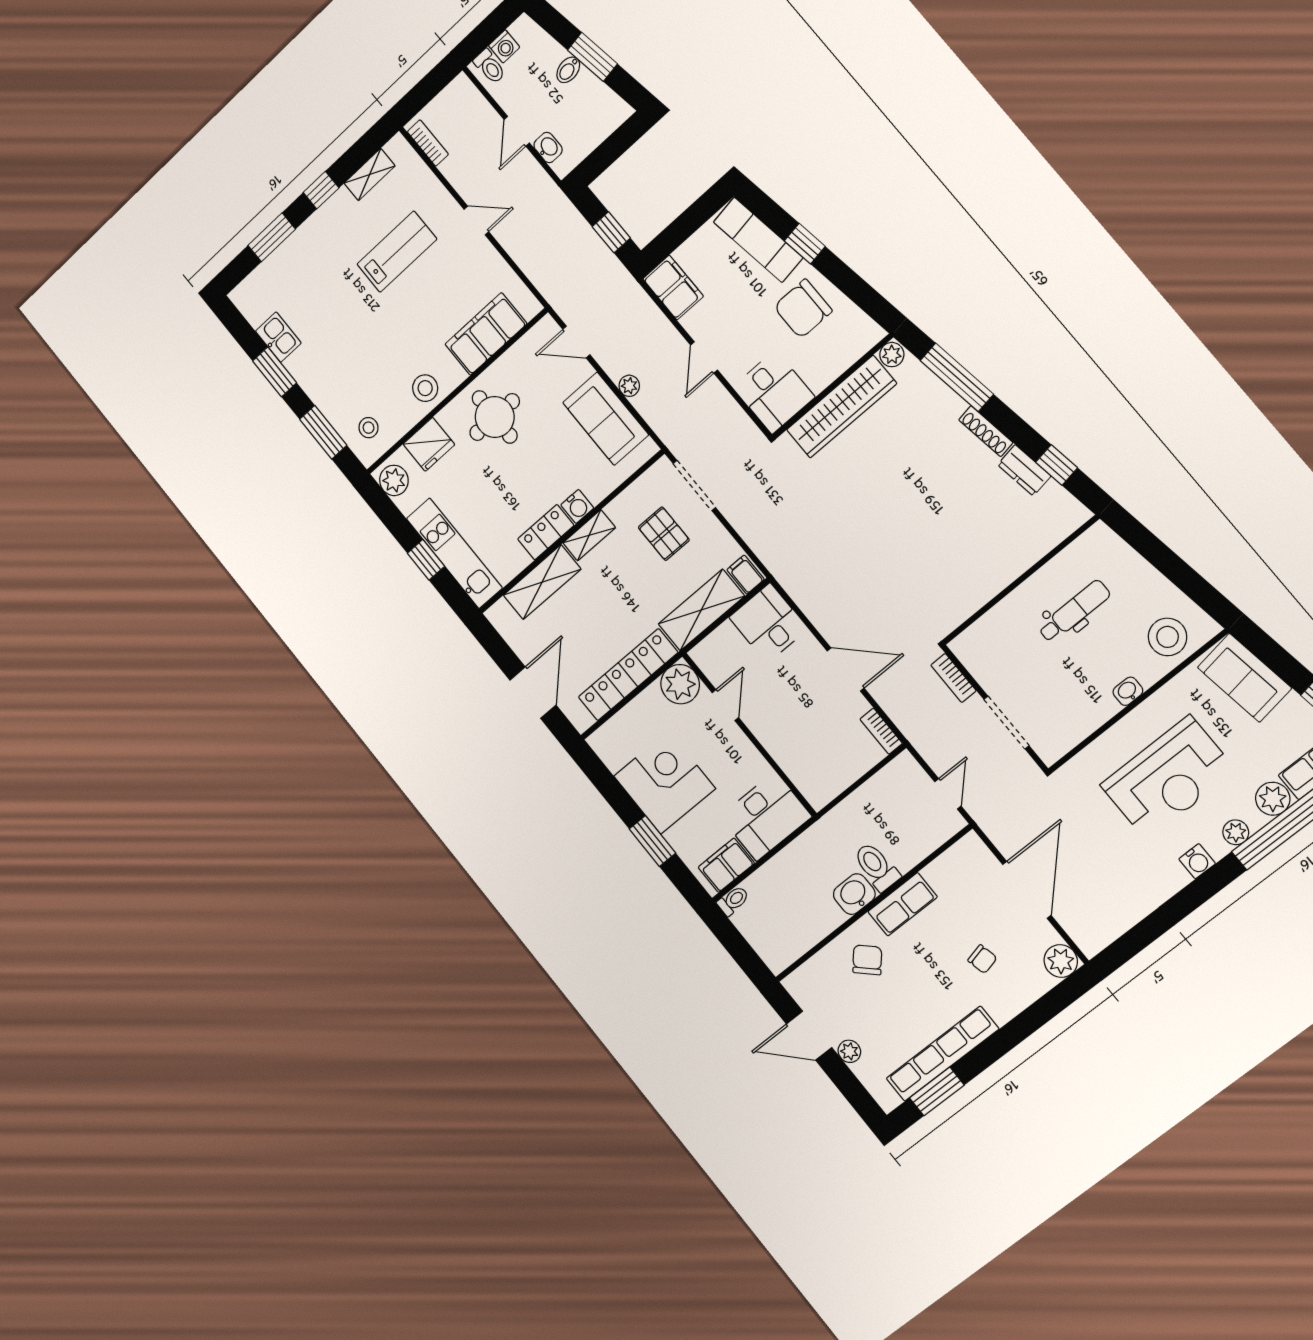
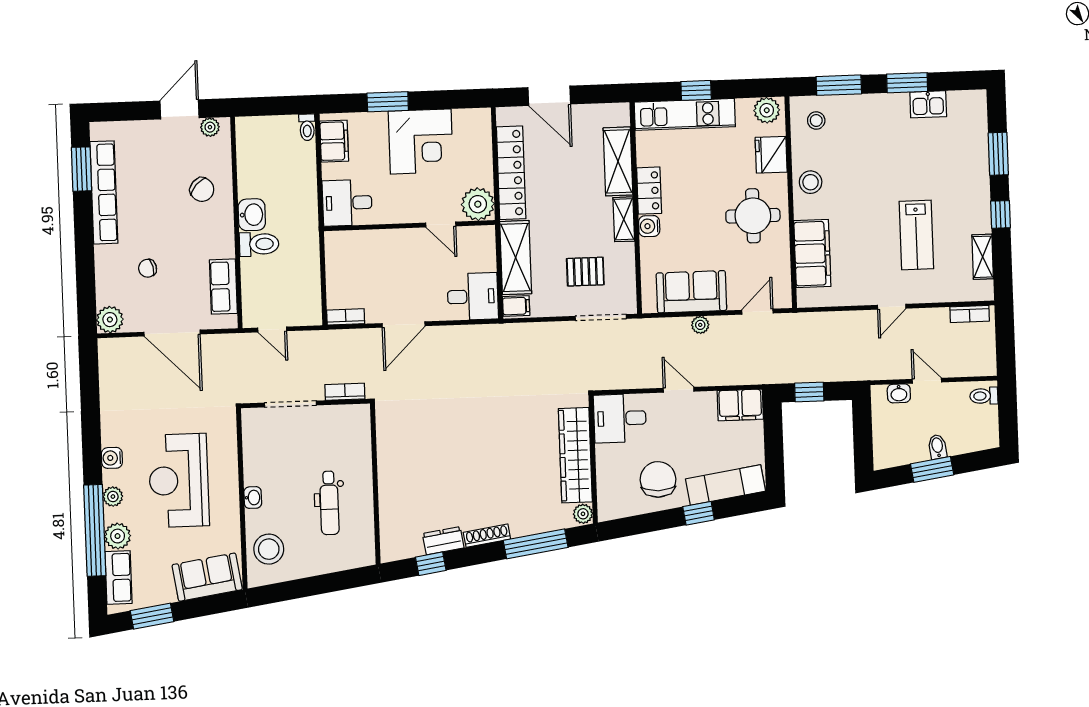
washing machine: (504, 46) -> (989, 416), removed
desk: (766, 816) -> (347, 203), width x0.73
row of seats: (903, 904) -> (223, 287), moved
plant: (849, 1051) -> (210, 127), moved

